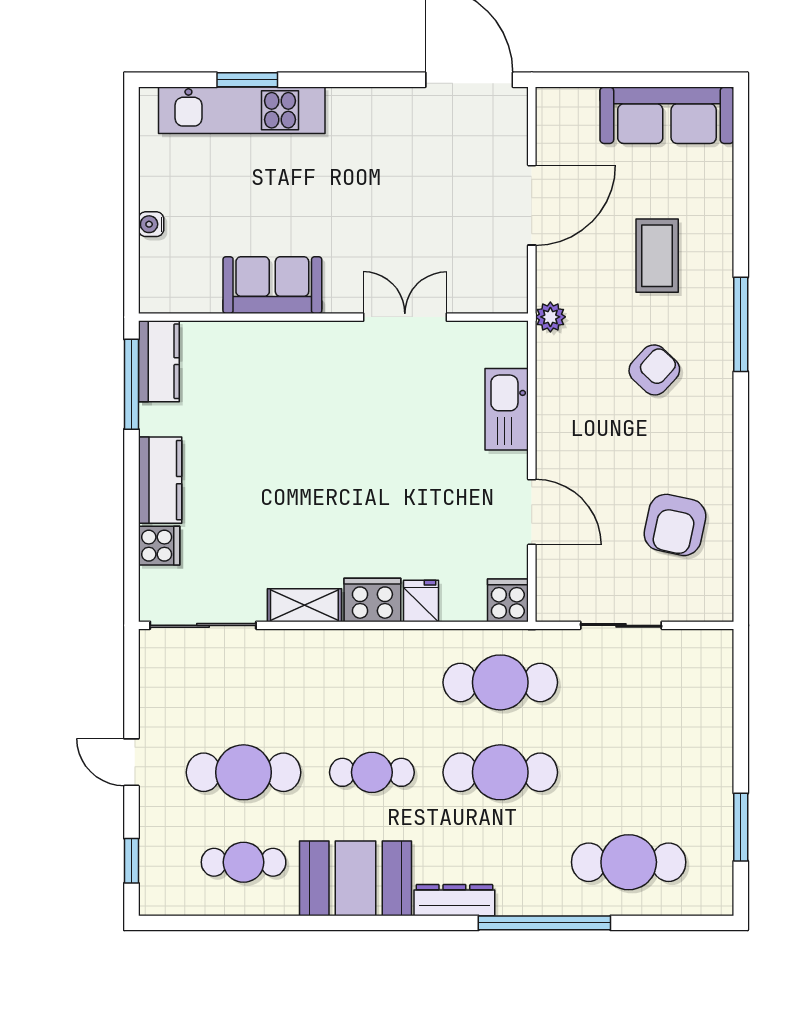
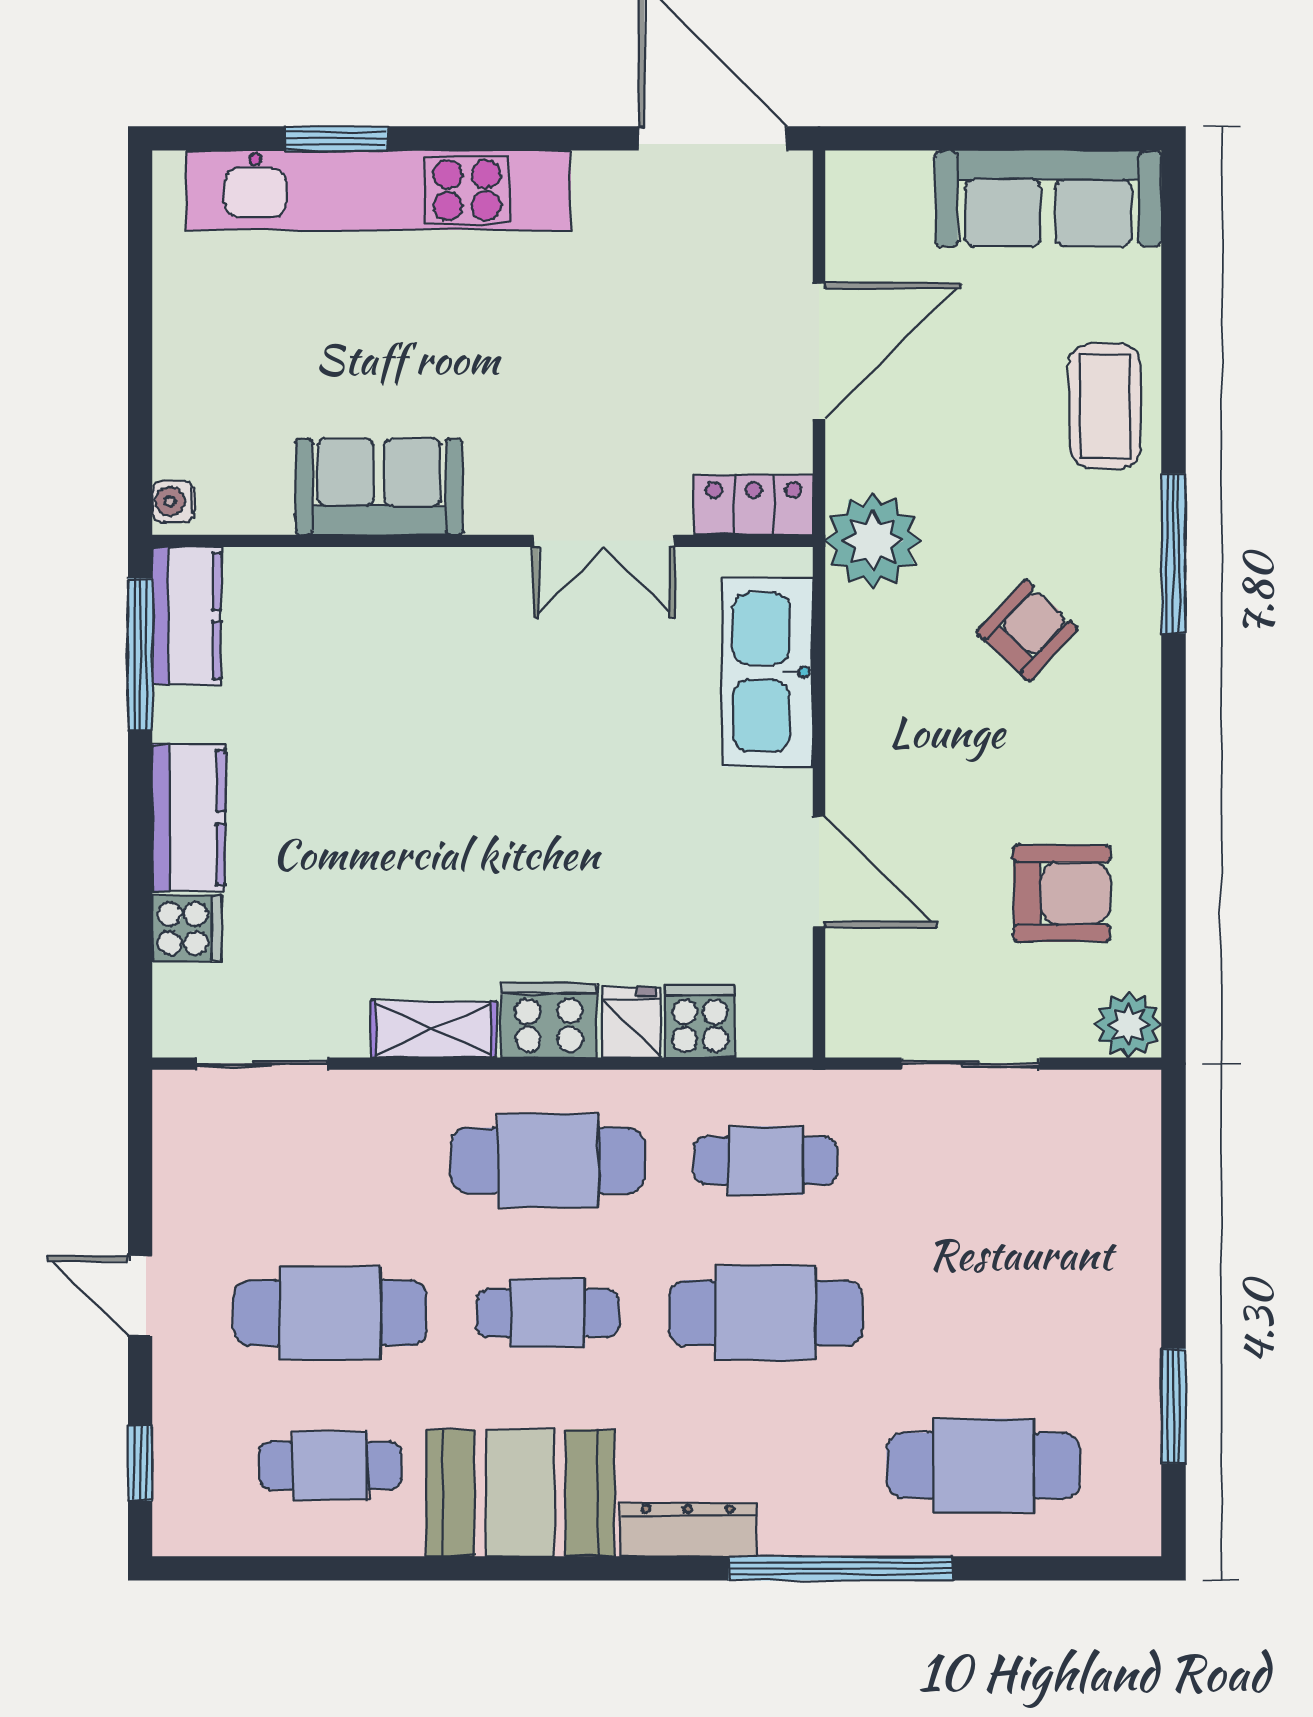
kitchen unit: (242, 110) -> (378, 190), width x1.36
water cooler: (151, 224) -> (173, 501), moved
coffee table: (657, 256) -> (1105, 406), moved
locker: (493, 296) -> (754, 505), added
double door: (405, 317) -> (604, 541), swing flipped
plant: (550, 317) -> (873, 541), width x1.88, depth x1.88
kitchen sink: (507, 409) -> (768, 672), width x1.36, depth x1.24
armchair: (675, 525) -> (1062, 893), turned -102
cooker: (508, 600) -> (700, 1021), moved
plant: (714, 602) -> (1128, 1025), added
sliding door: (203, 625) -> (262, 1064), width x0.73
cafe table: (372, 682) -> (548, 1161), added
cafe table: (500, 682) -> (766, 1161), width x0.73, depth x0.74

